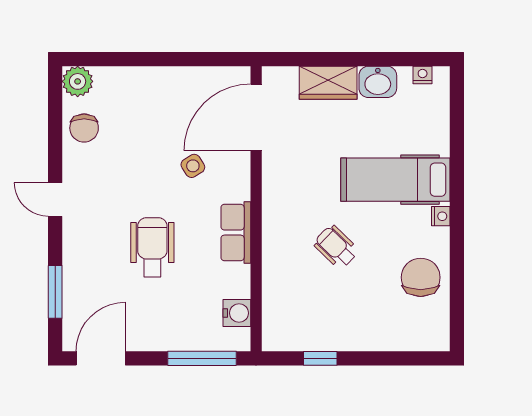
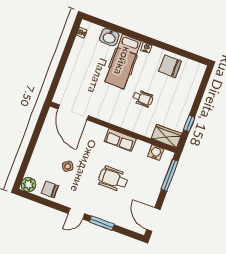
washbasin: (378, 82) -> (109, 37), moved, turned 90
wardrobe: (328, 83) -> (167, 136), moved, turned -90
chair: (84, 128) -> (50, 189), turned 180
side table: (193, 166) -> (68, 166), moved
wheelchair: (336, 247) -> (143, 98), turned -134
window: (55, 292) -> (102, 223), moved

